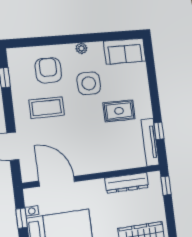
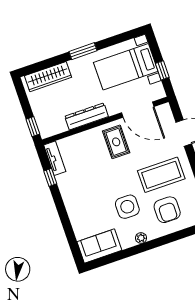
coffee table: (47, 108) -> (161, 175), width x1.36, depth x1.32
rug: (119, 111) -> (116, 142), moved, turned 90
tv unit: (150, 142) -> (55, 158), width x0.71
dresser: (127, 183) -> (86, 116), moved

